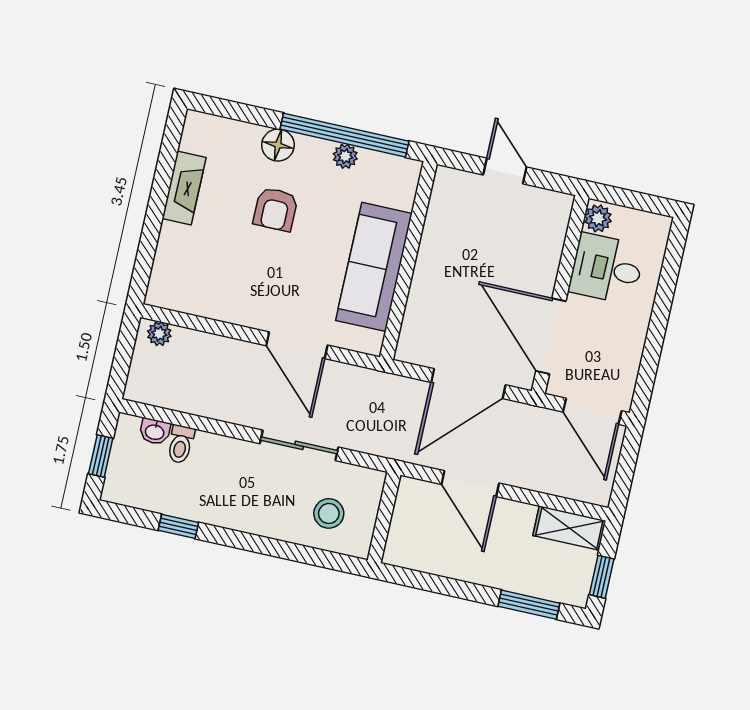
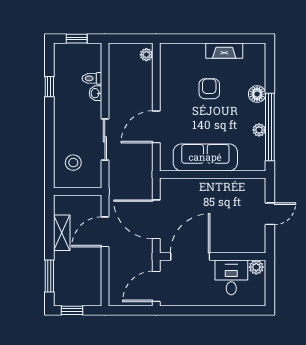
armchair: (275, 209) -> (209, 89), moved, turned 90
washbasin: (155, 432) -> (95, 93), moved
shelving: (569, 528) -> (62, 233), moved

